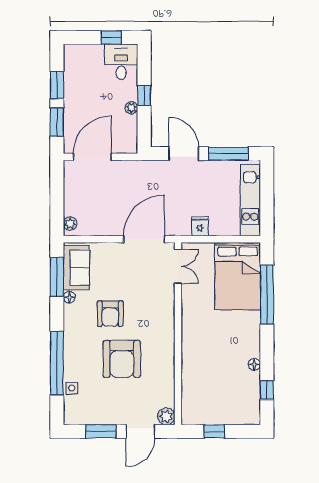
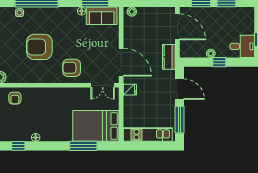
door: (184, 154) -> (180, 89), hinge flipped
kitchen counter: (136, 169) -> (169, 57), added
fridge: (200, 226) -> (130, 90), moved
window: (267, 294) -> (83, 146), width x0.68
armchair: (110, 314) -> (72, 68), moved
armchair: (197, 395) -> (15, 98), added

